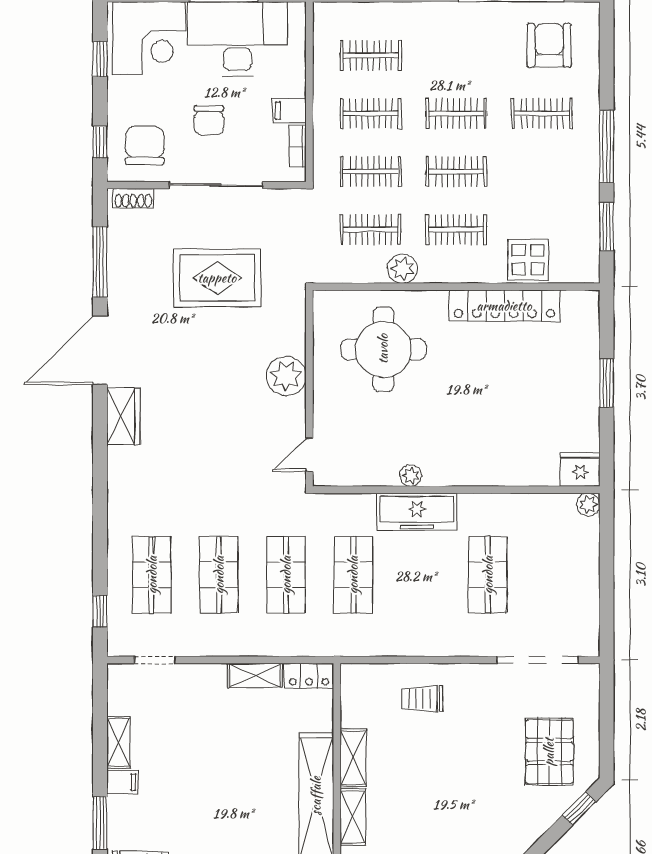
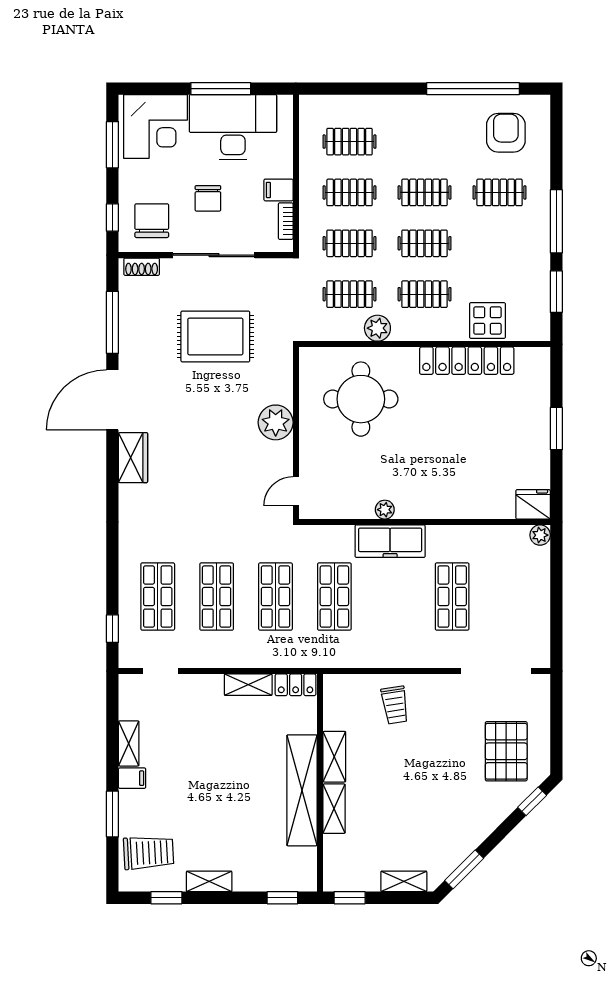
window: (100, 59) -> (112, 145), width x1.50
trolley: (422, 699) -> (395, 705), turned -99

